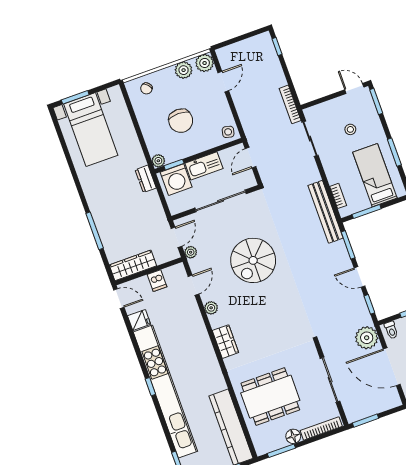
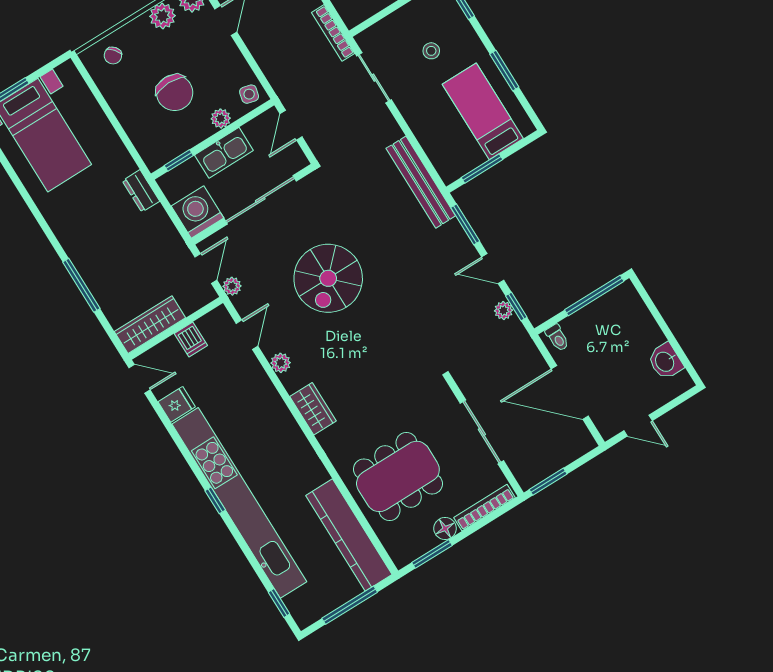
plant: (158, 161) -> (221, 118), moved
washing machine: (176, 180) -> (197, 212), moved, turned 180
bookcase: (338, 196) -> (434, 154), removed
plant: (367, 338) -> (504, 310), moved, width x0.53, depth x0.53

